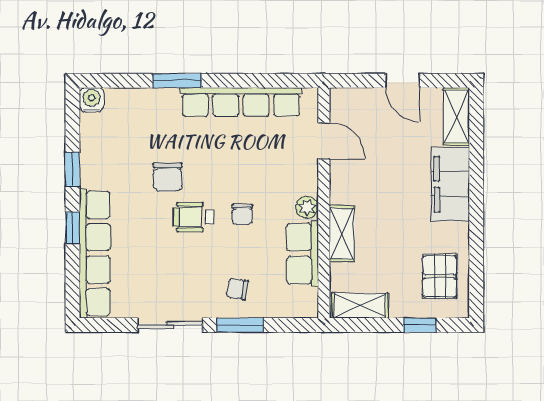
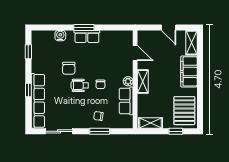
window: (177, 81) -> (84, 27), moved
water cooler: (92, 100) -> (60, 36), moved
row of seats: (241, 102) -> (87, 36), width x0.50
window: (72, 169) -> (28, 52), moved
shelving: (342, 233) -> (143, 82), moved
pallet: (440, 276) -> (184, 111), width x1.50, depth x1.42
sliding door: (170, 325) -> (59, 131), moved

